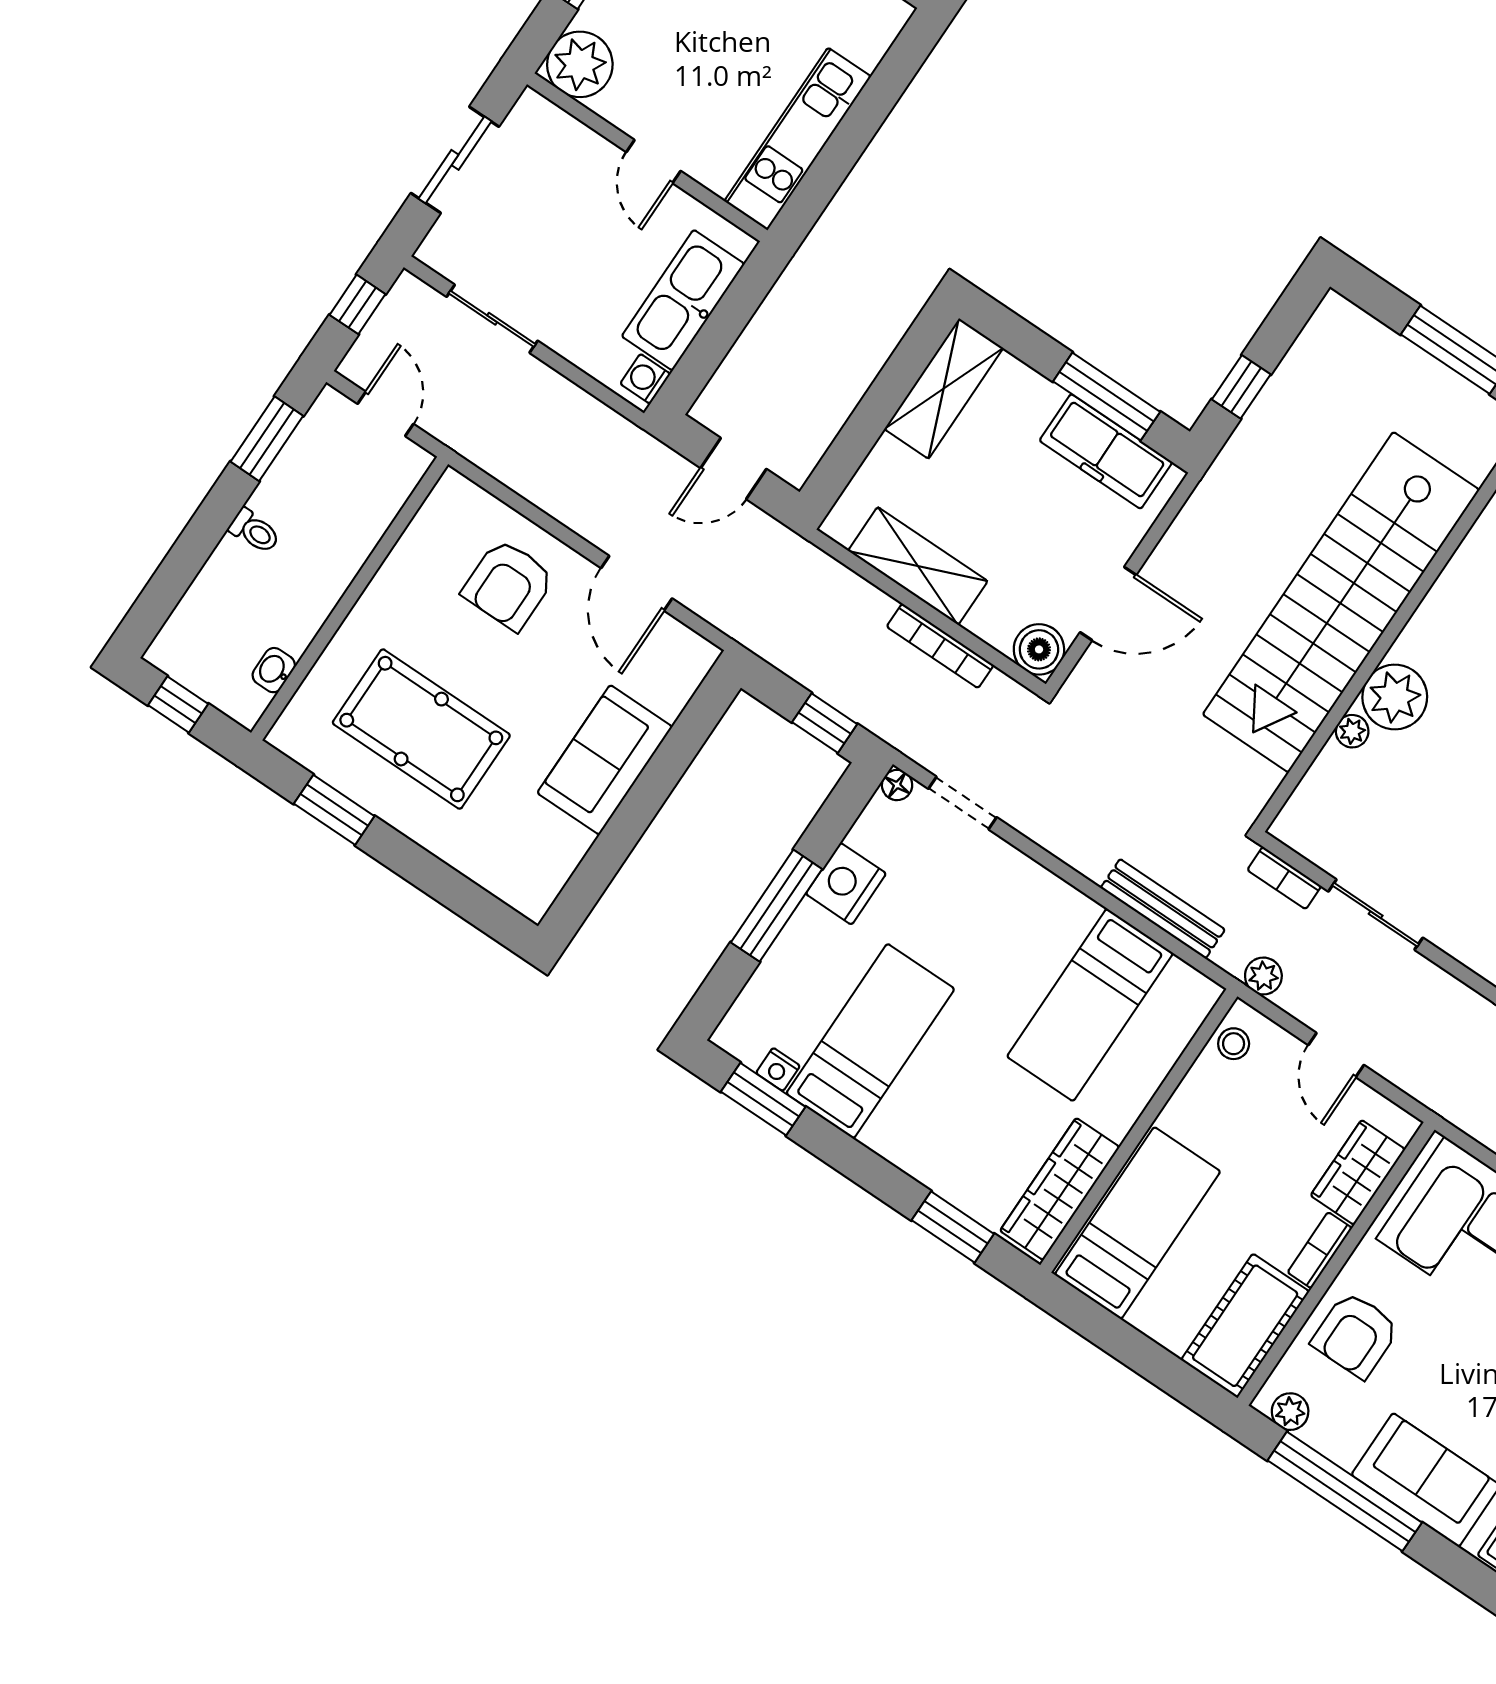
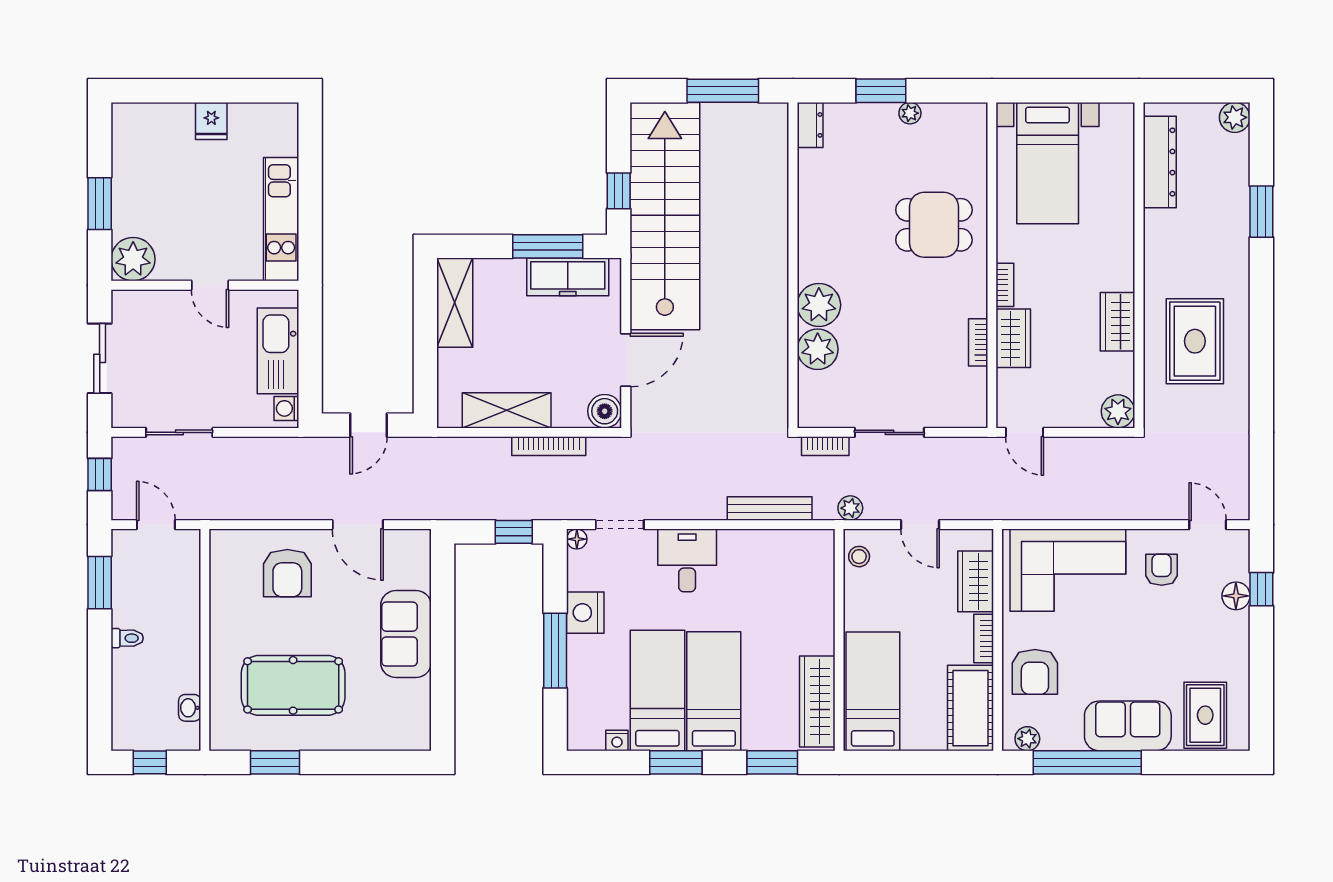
stairs: (1341, 602) -> (665, 216), moved, turned 180
plant: (1352, 731) -> (818, 349), width x1.88, depth x1.88
desk: (1016, 904) -> (687, 560), added
bed: (1090, 1005) -> (714, 691), moved, turned 180
window: (763, 1099) -> (676, 762), moved

